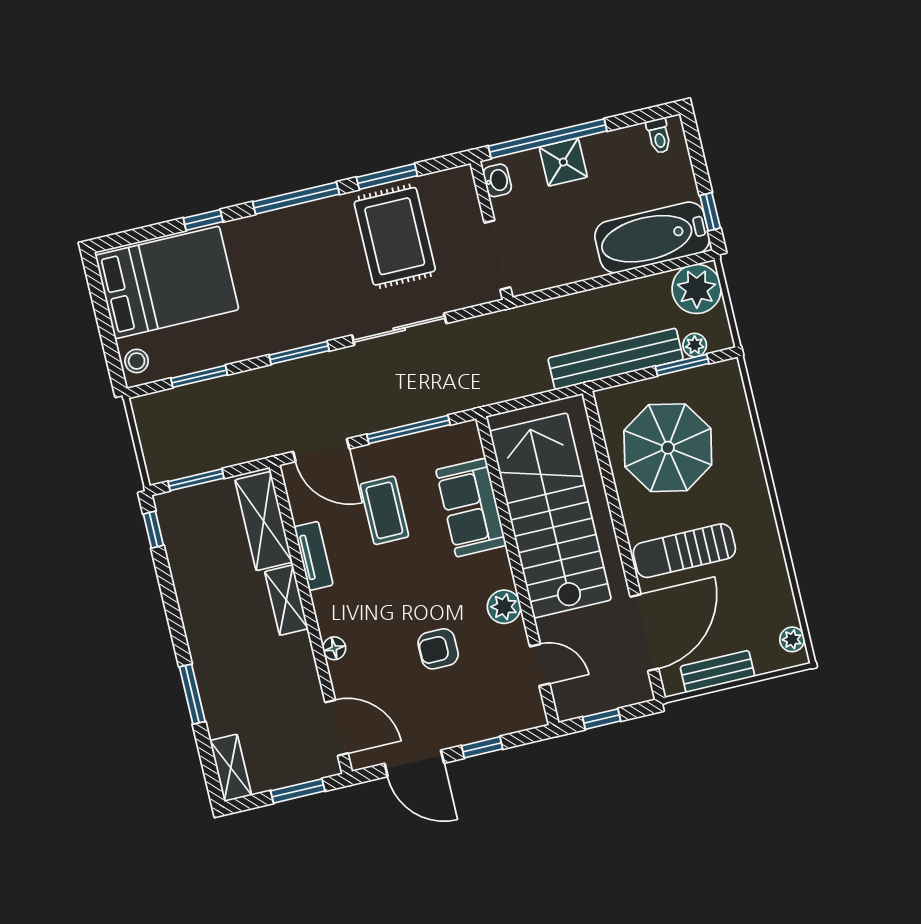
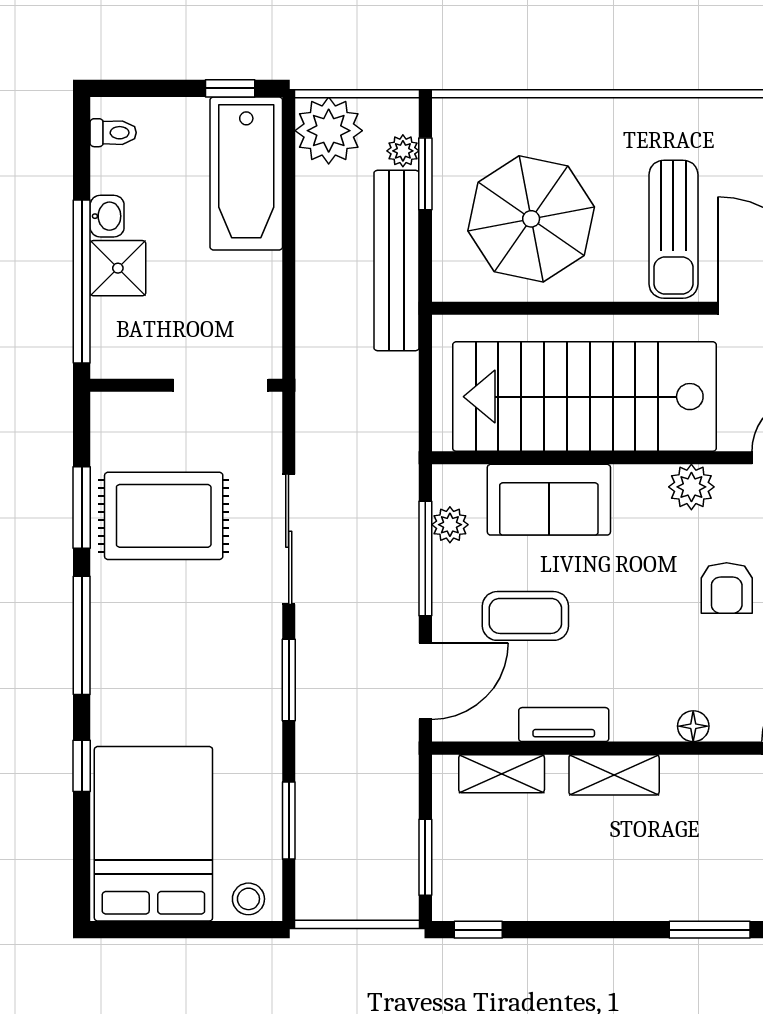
washbasin: (497, 180) -> (107, 216), moved, turned 90
plant: (437, 441) -> (450, 525), added
shelving: (264, 521) -> (502, 774), width x0.67, depth x0.75

